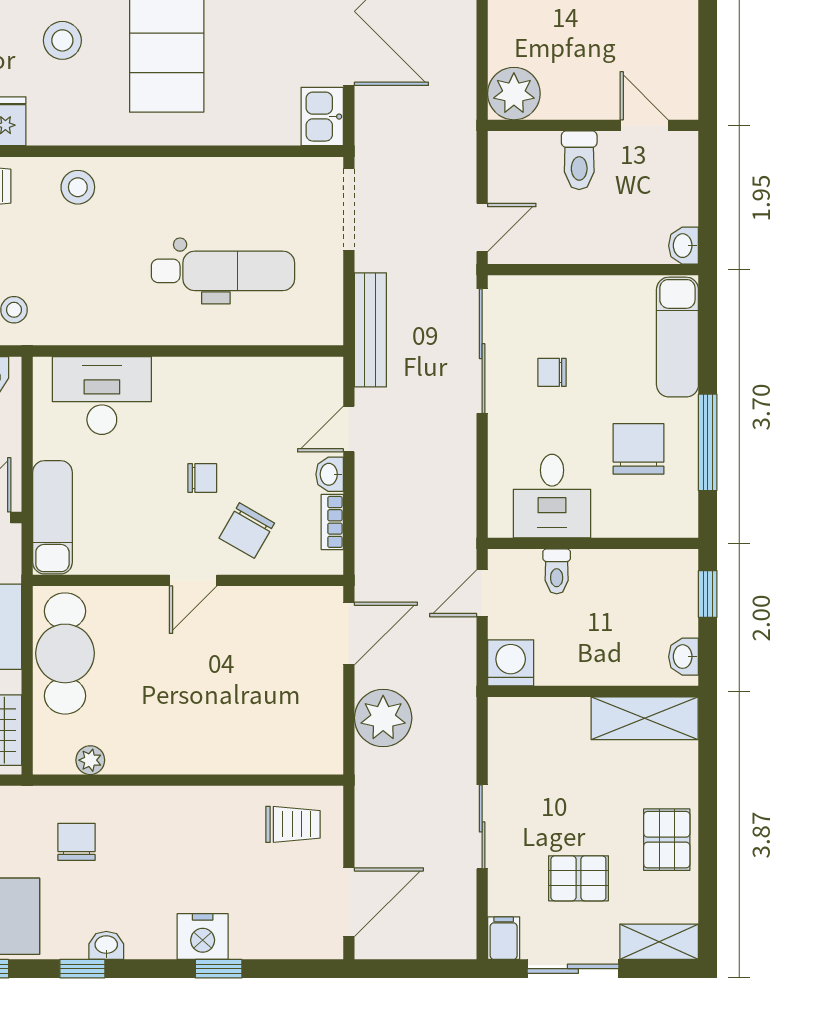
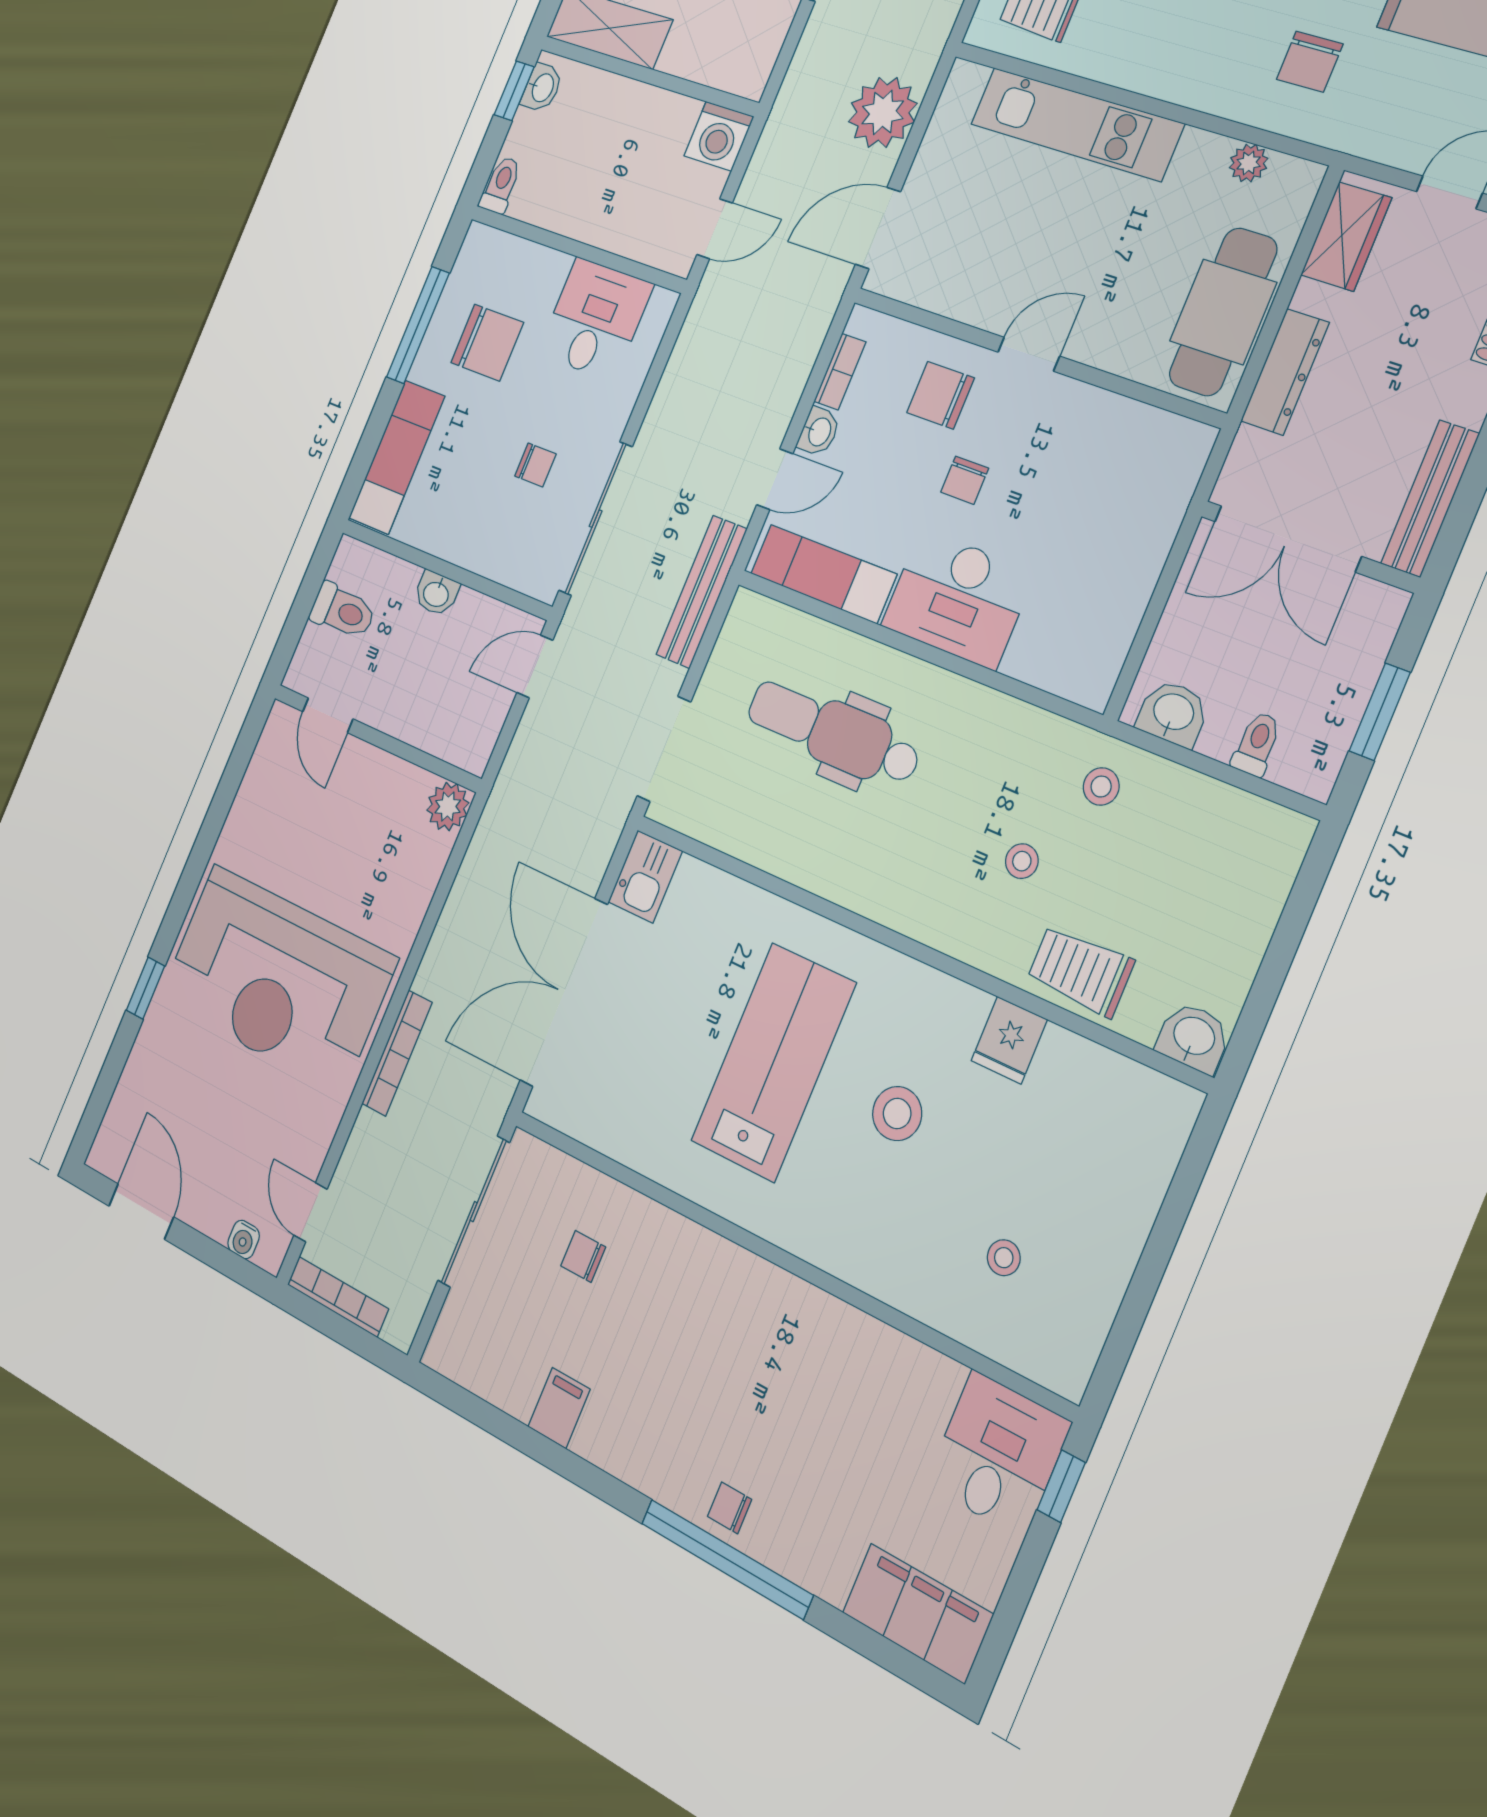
plant: (514, 94) -> (448, 806), width x0.73, depth x0.73
toilet: (579, 160) -> (343, 611), moved, turned 90
stool: (78, 187) -> (1022, 861), moved, width x0.73, depth x0.73
washbasin: (683, 246) -> (436, 593), moved, turned 90
desk: (102, 396) -> (958, 599), moved
chair: (638, 449) -> (487, 343), turned -90
chair: (202, 478) -> (965, 480), turned -90
exam couch: (52, 517) -> (823, 574), moved, turned 90
chair: (247, 531) -> (940, 395), turned -120
toilet: (557, 571) -> (501, 185), moved
window: (708, 594) -> (514, 91), moved
kitchen unit: (228, 752) -> (1076, 124), added

